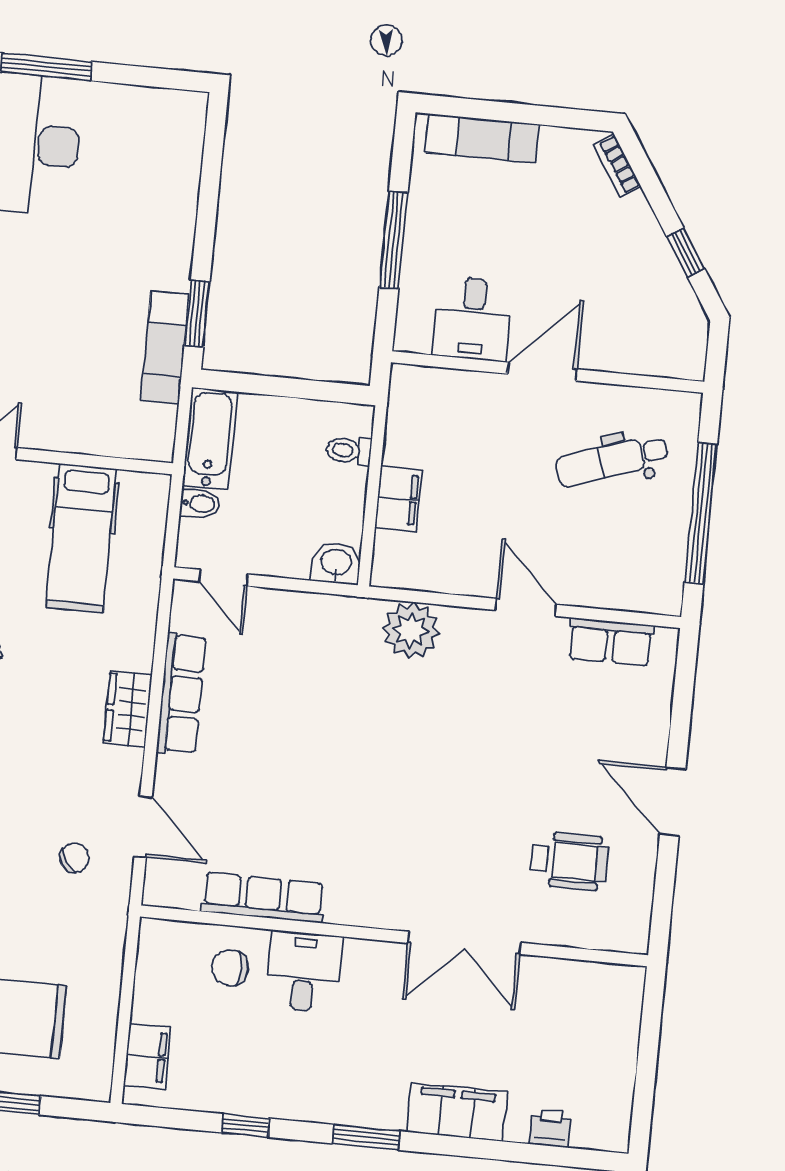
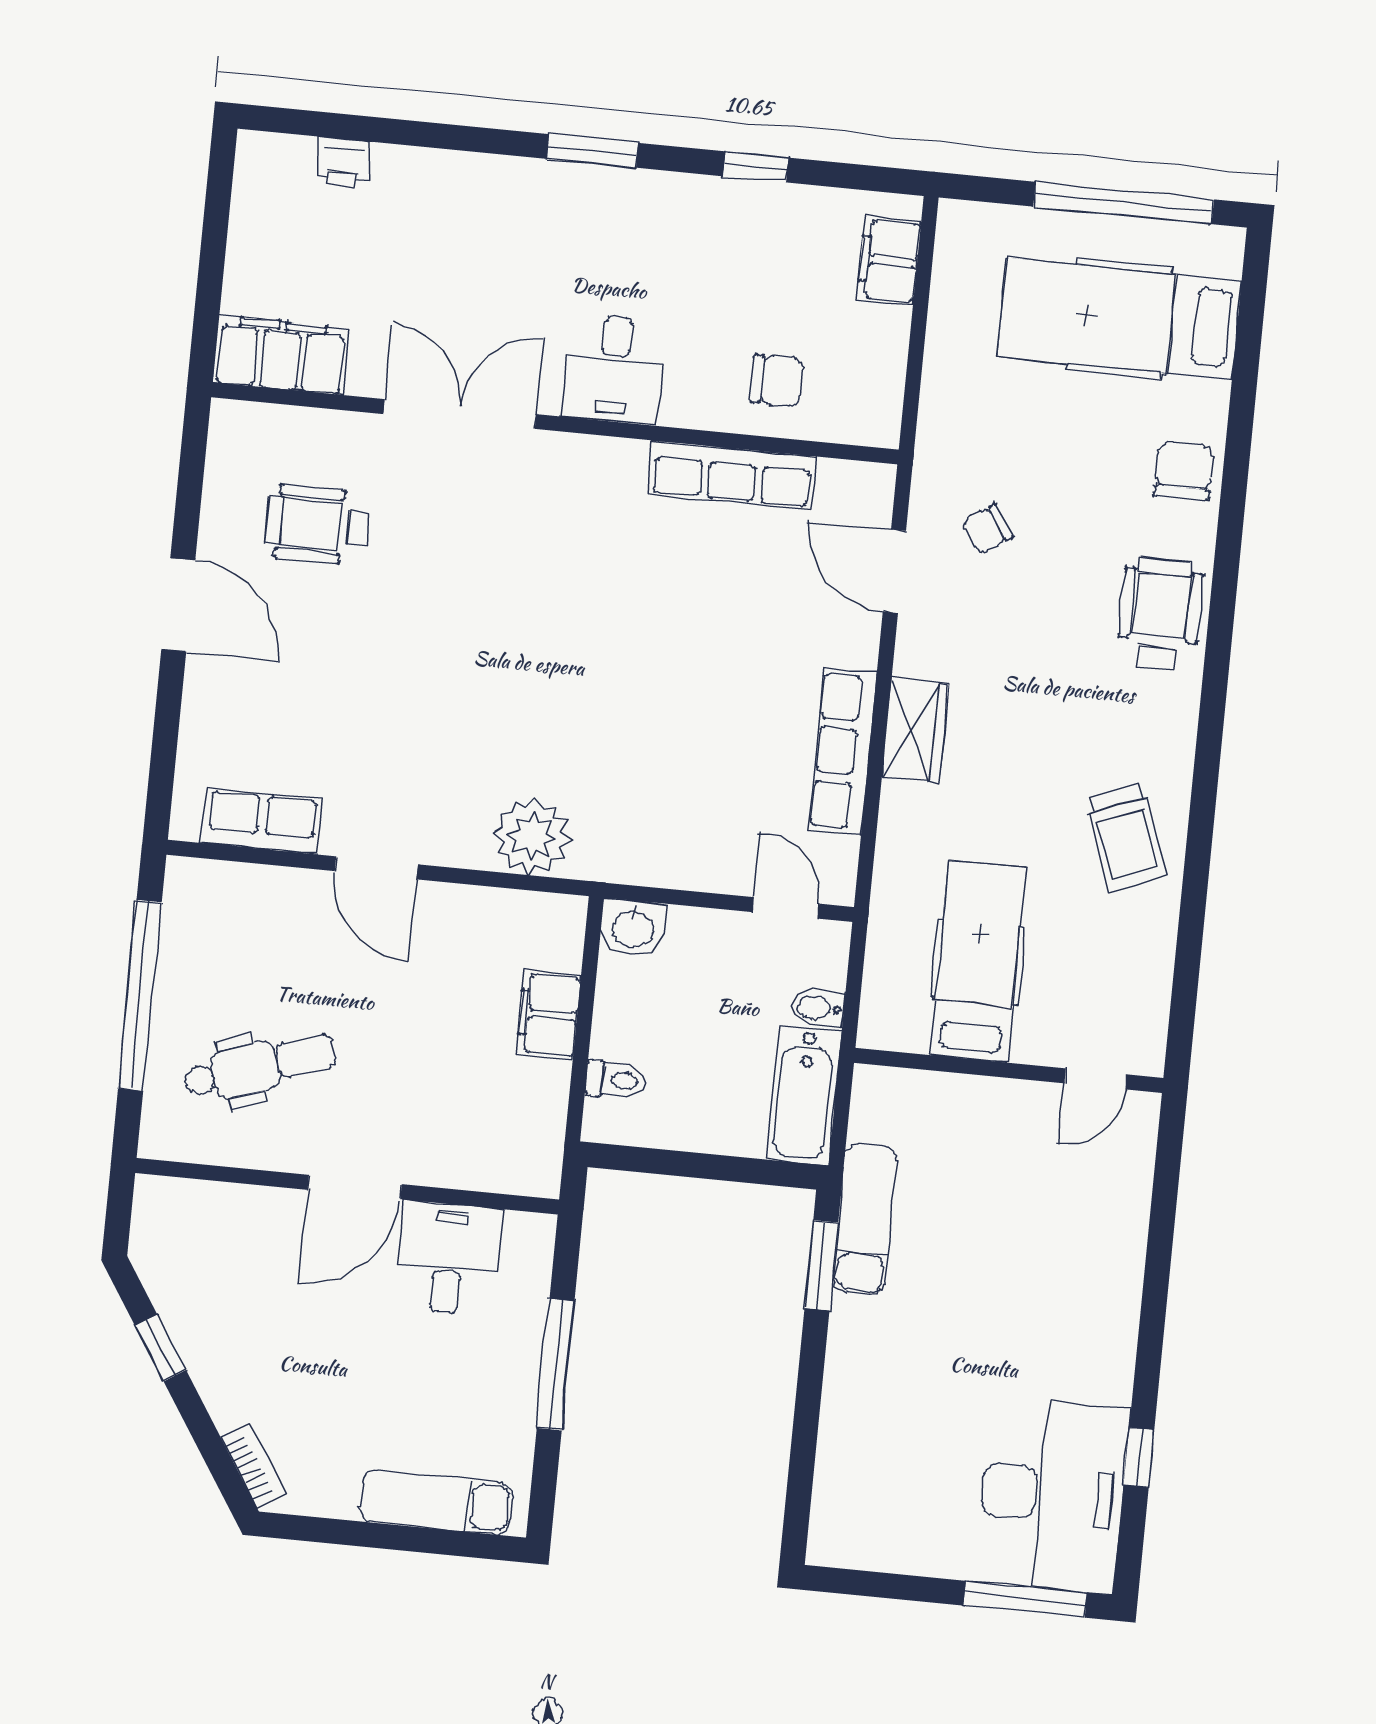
desk: (304, 972) -> (614, 369), moved
filing cabinet: (457, 1112) -> (281, 355), moved, turned 180

